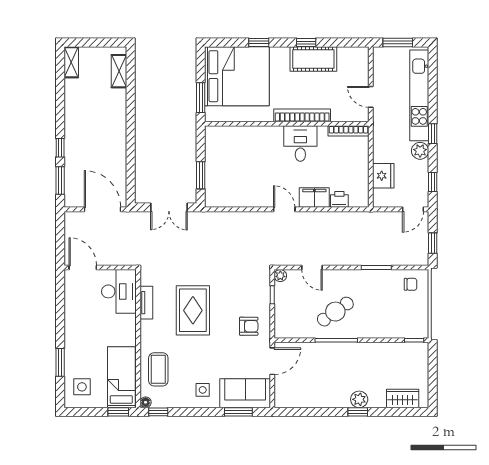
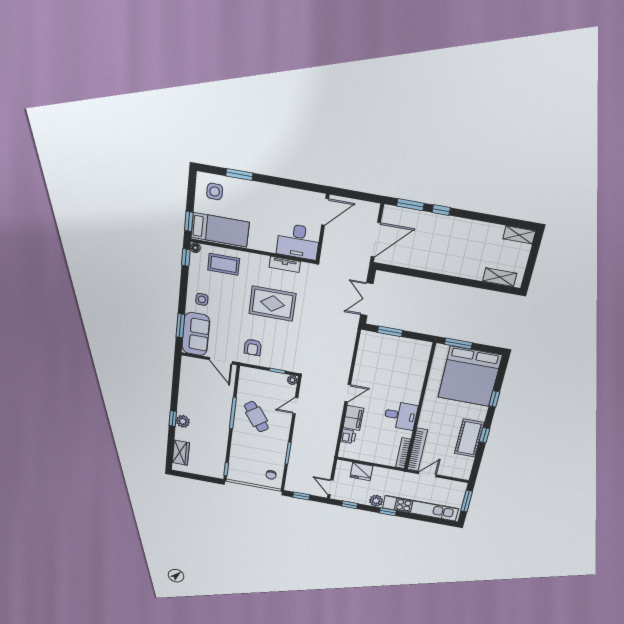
bookcase: (302, 115) -> (417, 450), moved

